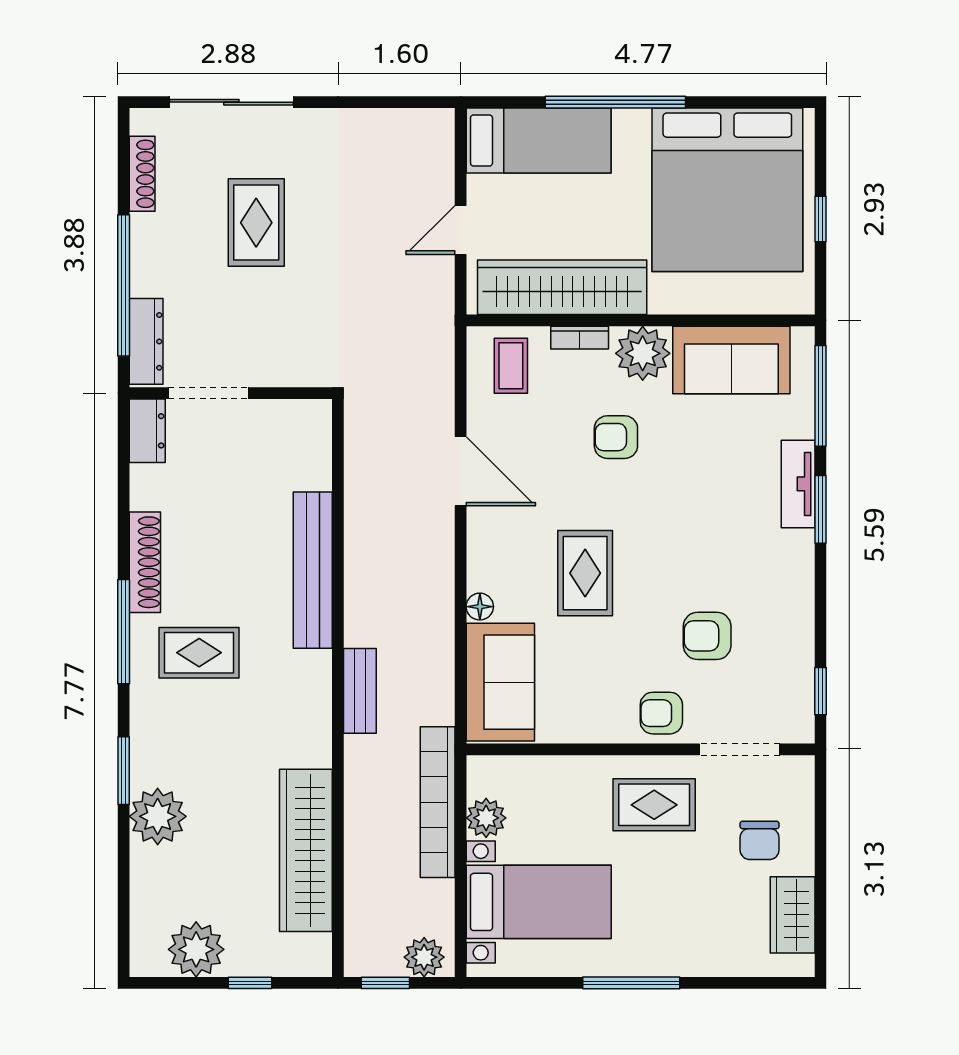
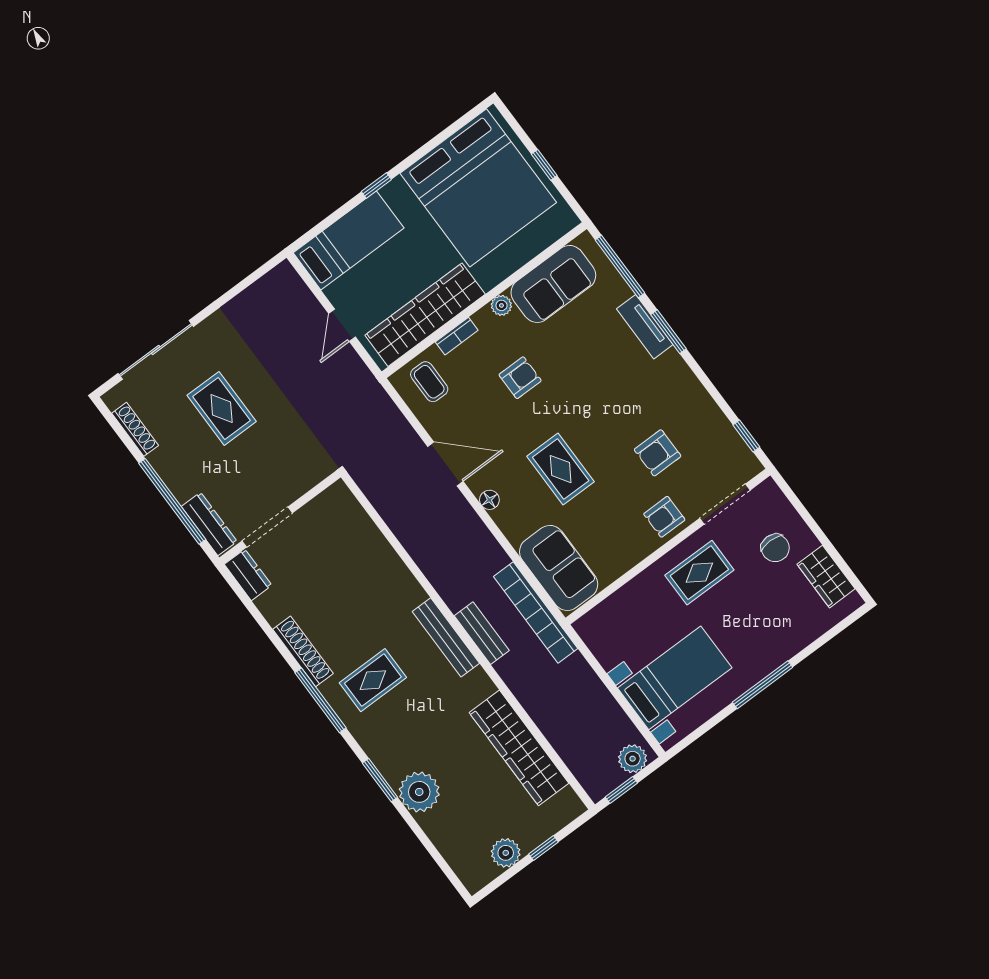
window: (615, 102) -> (376, 185), width x0.32
plant: (643, 353) -> (501, 305), width x0.53, depth x0.53
armchair: (616, 437) -> (520, 378), turned 180
bench: (313, 570) -> (446, 637), moved, width x0.73, depth x0.82
floor lamp: (480, 607) -> (489, 500), moved
bookcase: (438, 802) -> (536, 613), moved
plant: (486, 818) -> (609, 652), removed
plant: (196, 949) -> (506, 853), width x0.73, depth x0.73

